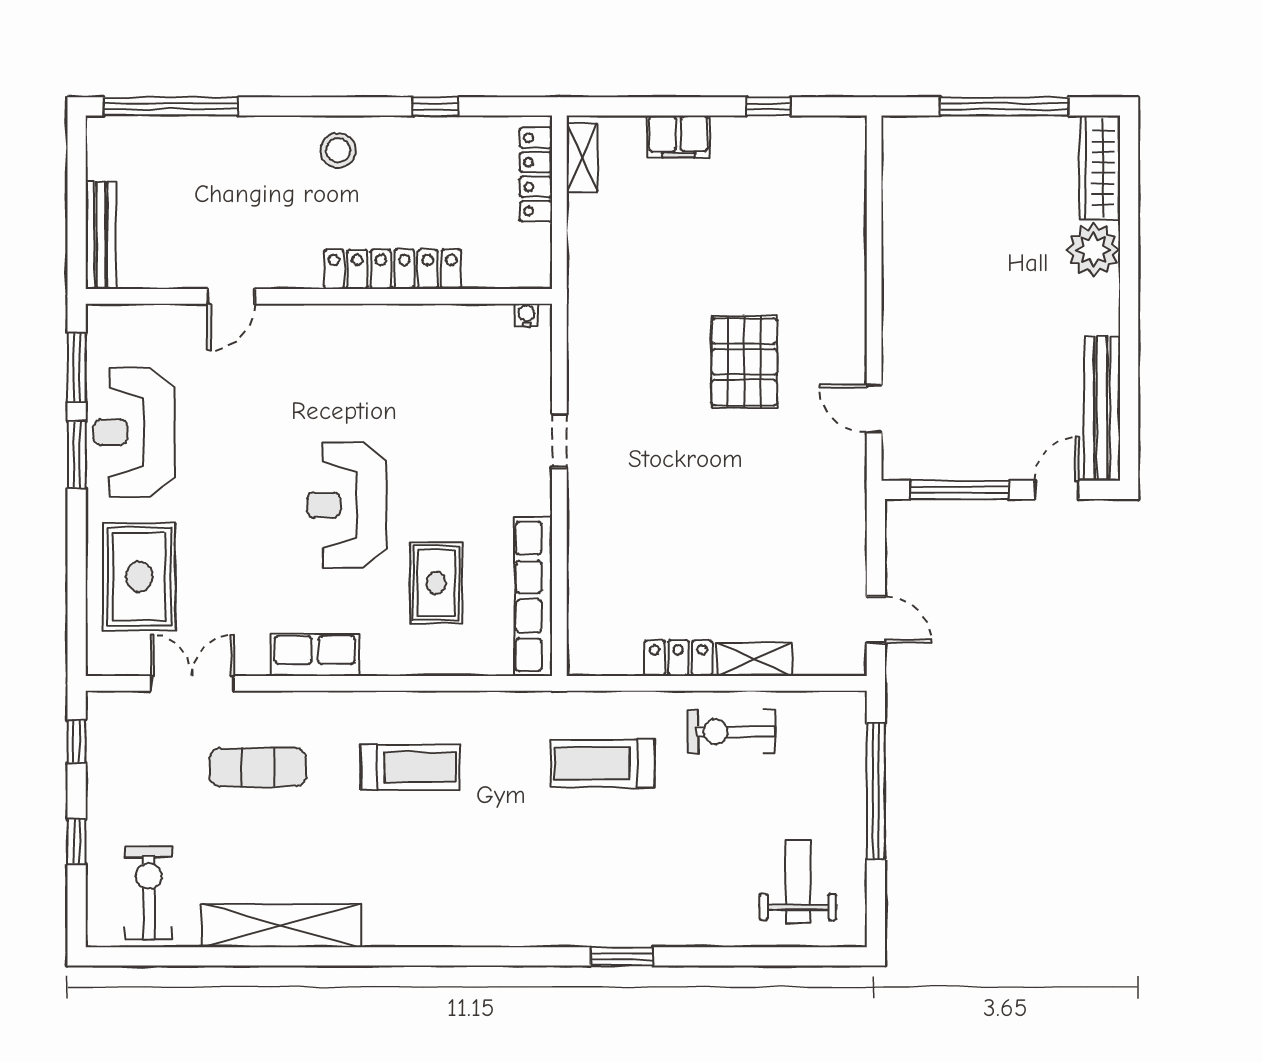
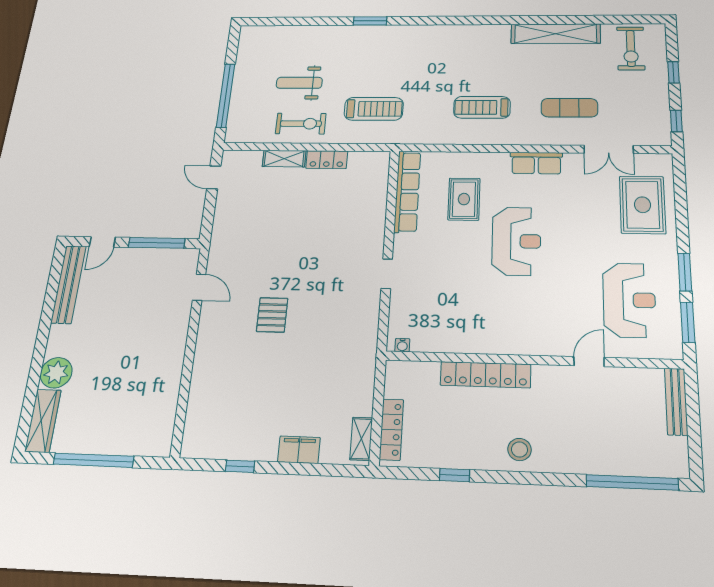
pallet: (744, 362) -> (272, 315), width x0.67, depth x0.71
reception desk: (134, 432) -> (629, 300), moved
weight bench: (798, 882) -> (299, 83), moved, turned 90

